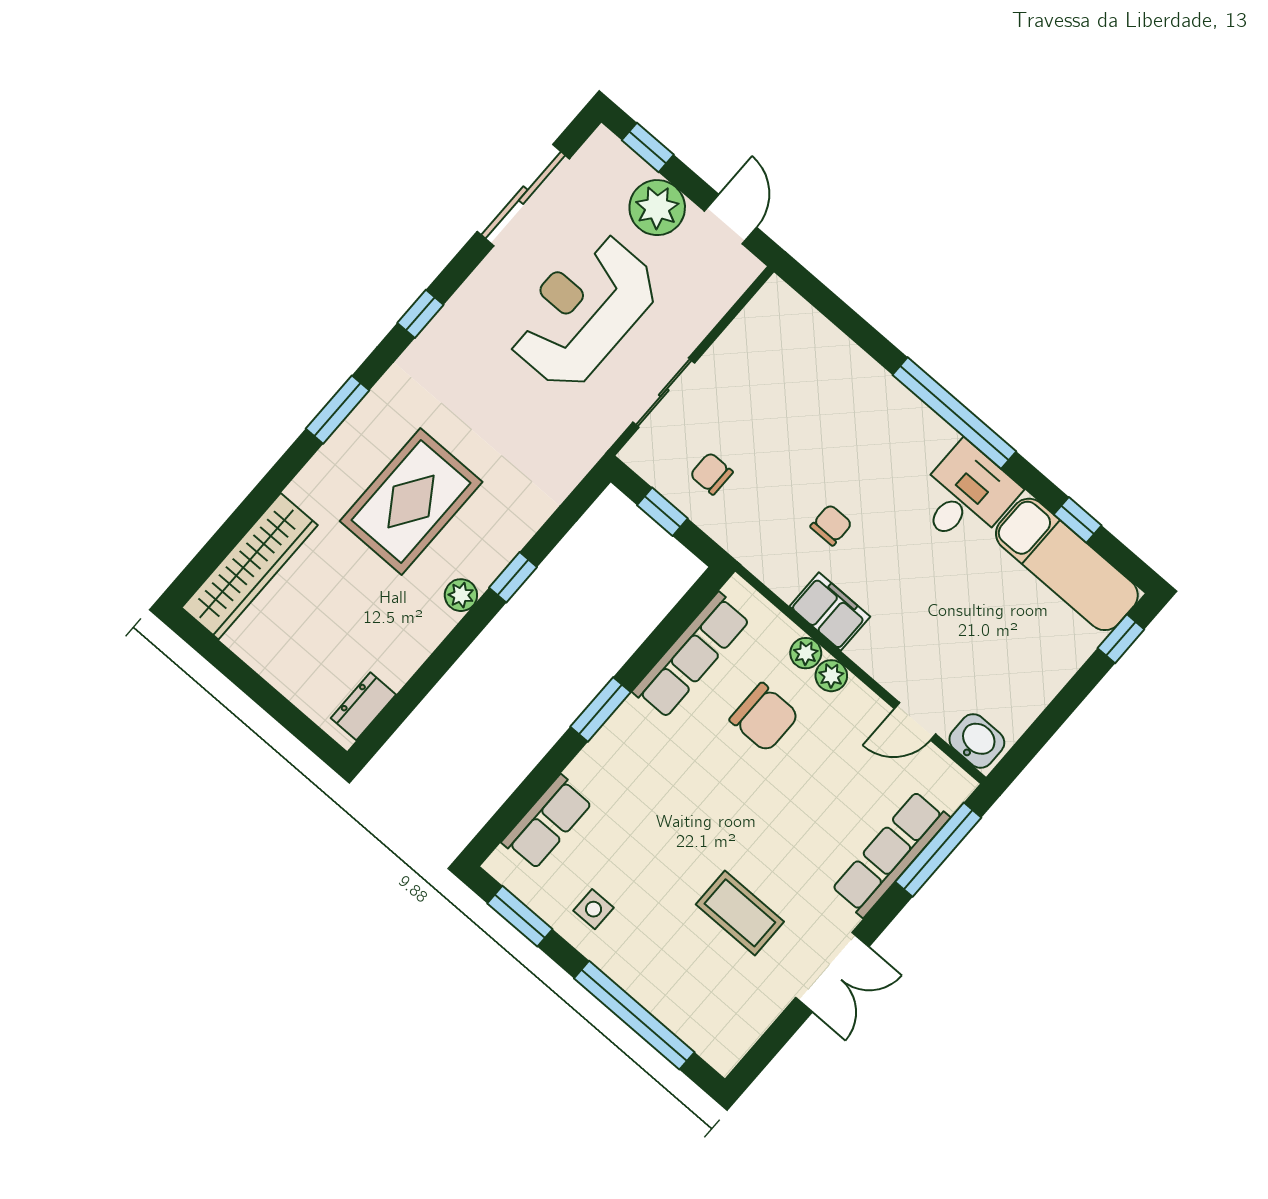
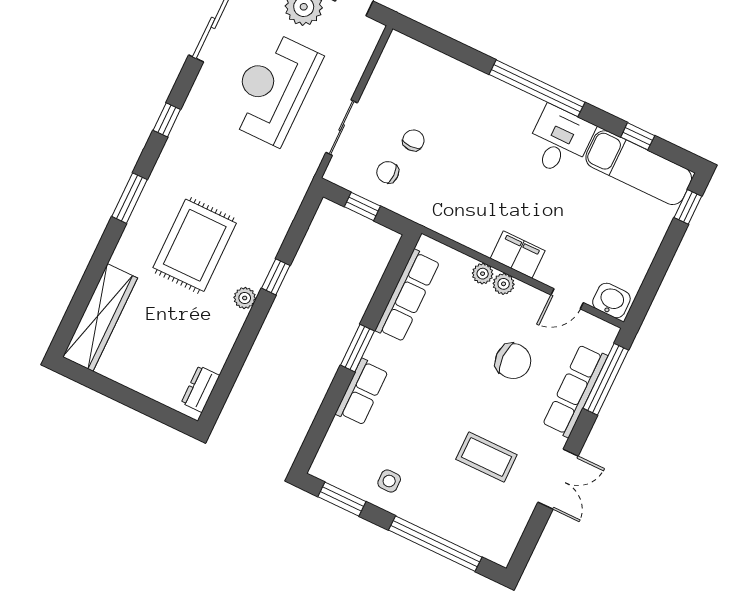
chair: (831, 525) -> (413, 140), moved
filing cabinet: (830, 611) -> (518, 255), moved
chair: (764, 717) -> (513, 361), moved
row of seats: (547, 822) -> (362, 392), moved

